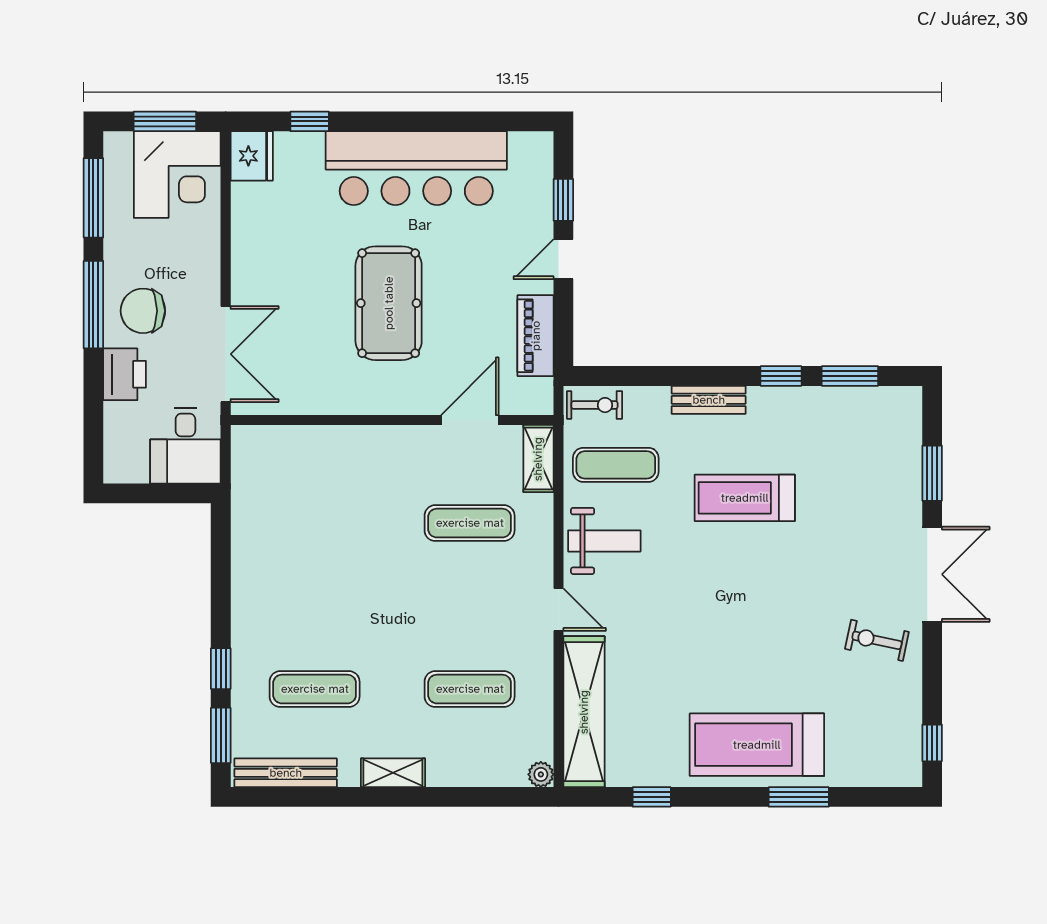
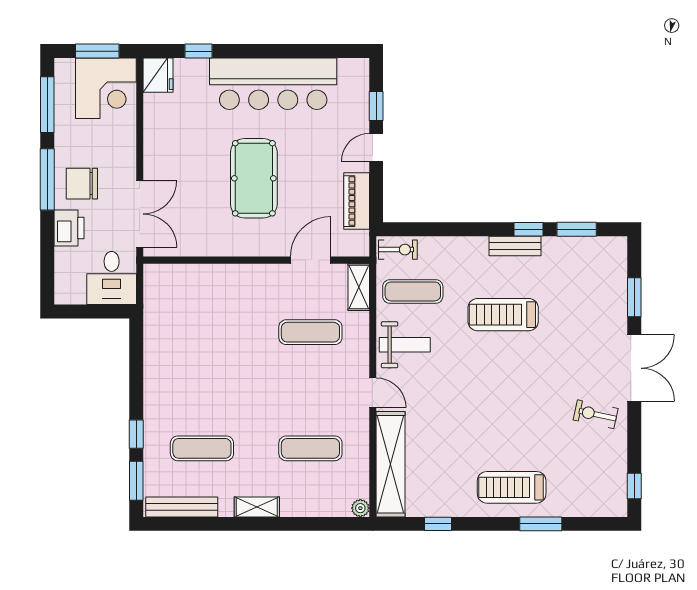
bench: (709, 400) -> (515, 246), moved
treadmill: (757, 745) -> (512, 487), width x0.73, depth x0.73

